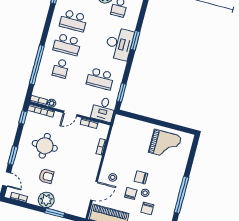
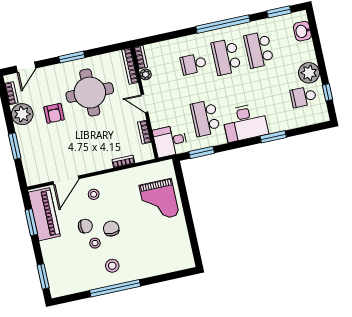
desk: (119, 44) -> (245, 123), moved
window: (37, 65) -> (223, 24), moved
window: (23, 117) -> (111, 49), removed
grand piano: (165, 144) -> (159, 200), moved
round table: (45, 146) -> (90, 93), width x1.36, depth x1.36
window: (13, 155) -> (72, 57), moved
stool: (166, 189) -> (112, 266), added
door: (94, 191) -> (66, 180), hinge flipped
plant: (46, 200) -> (22, 114), moved
chair: (147, 209) -> (77, 255), removed

